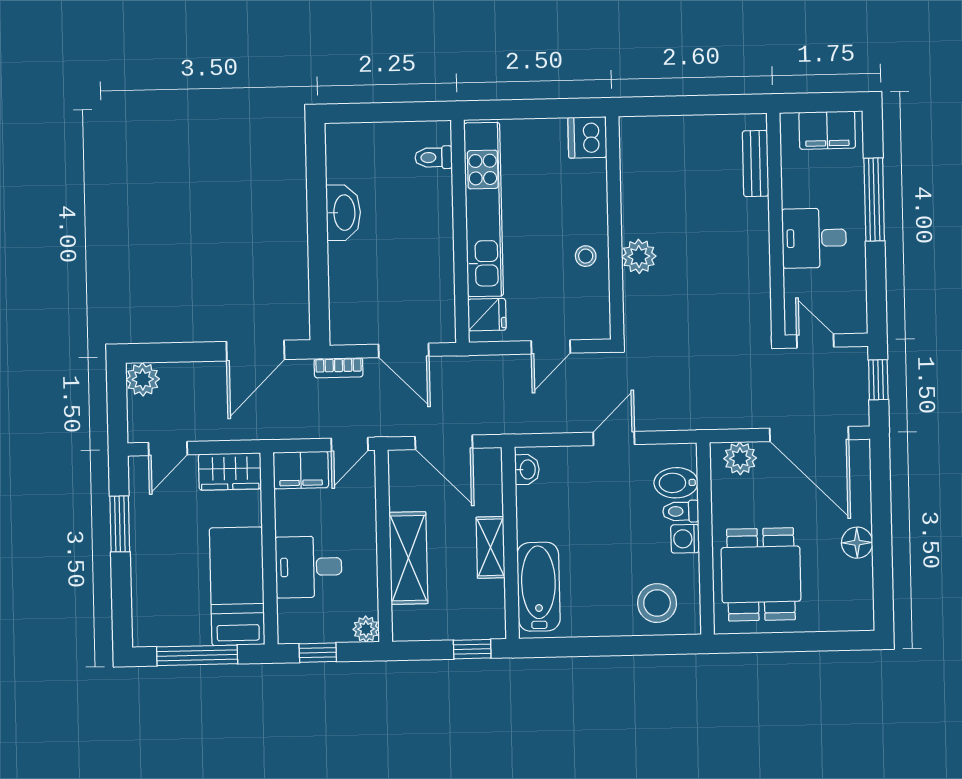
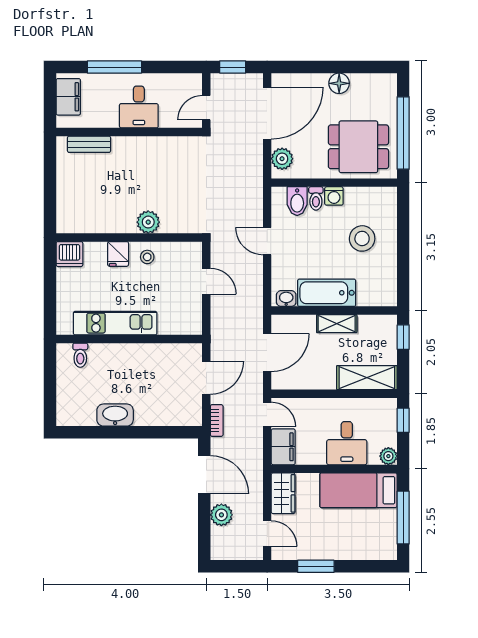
kitchen unit: (484, 209) -> (115, 323), width x0.73
fridge: (487, 315) -> (118, 254), moved, turned 180
plant: (143, 379) -> (221, 515), moved
shelving: (408, 558) -> (367, 378), moved
bathtub: (538, 587) -> (327, 293), moved
stool: (657, 603) -> (362, 238), moved
plant: (366, 629) -> (388, 456), moved
window: (784, 642) -> (403, 133), added
window: (318, 653) -> (403, 420), moved

